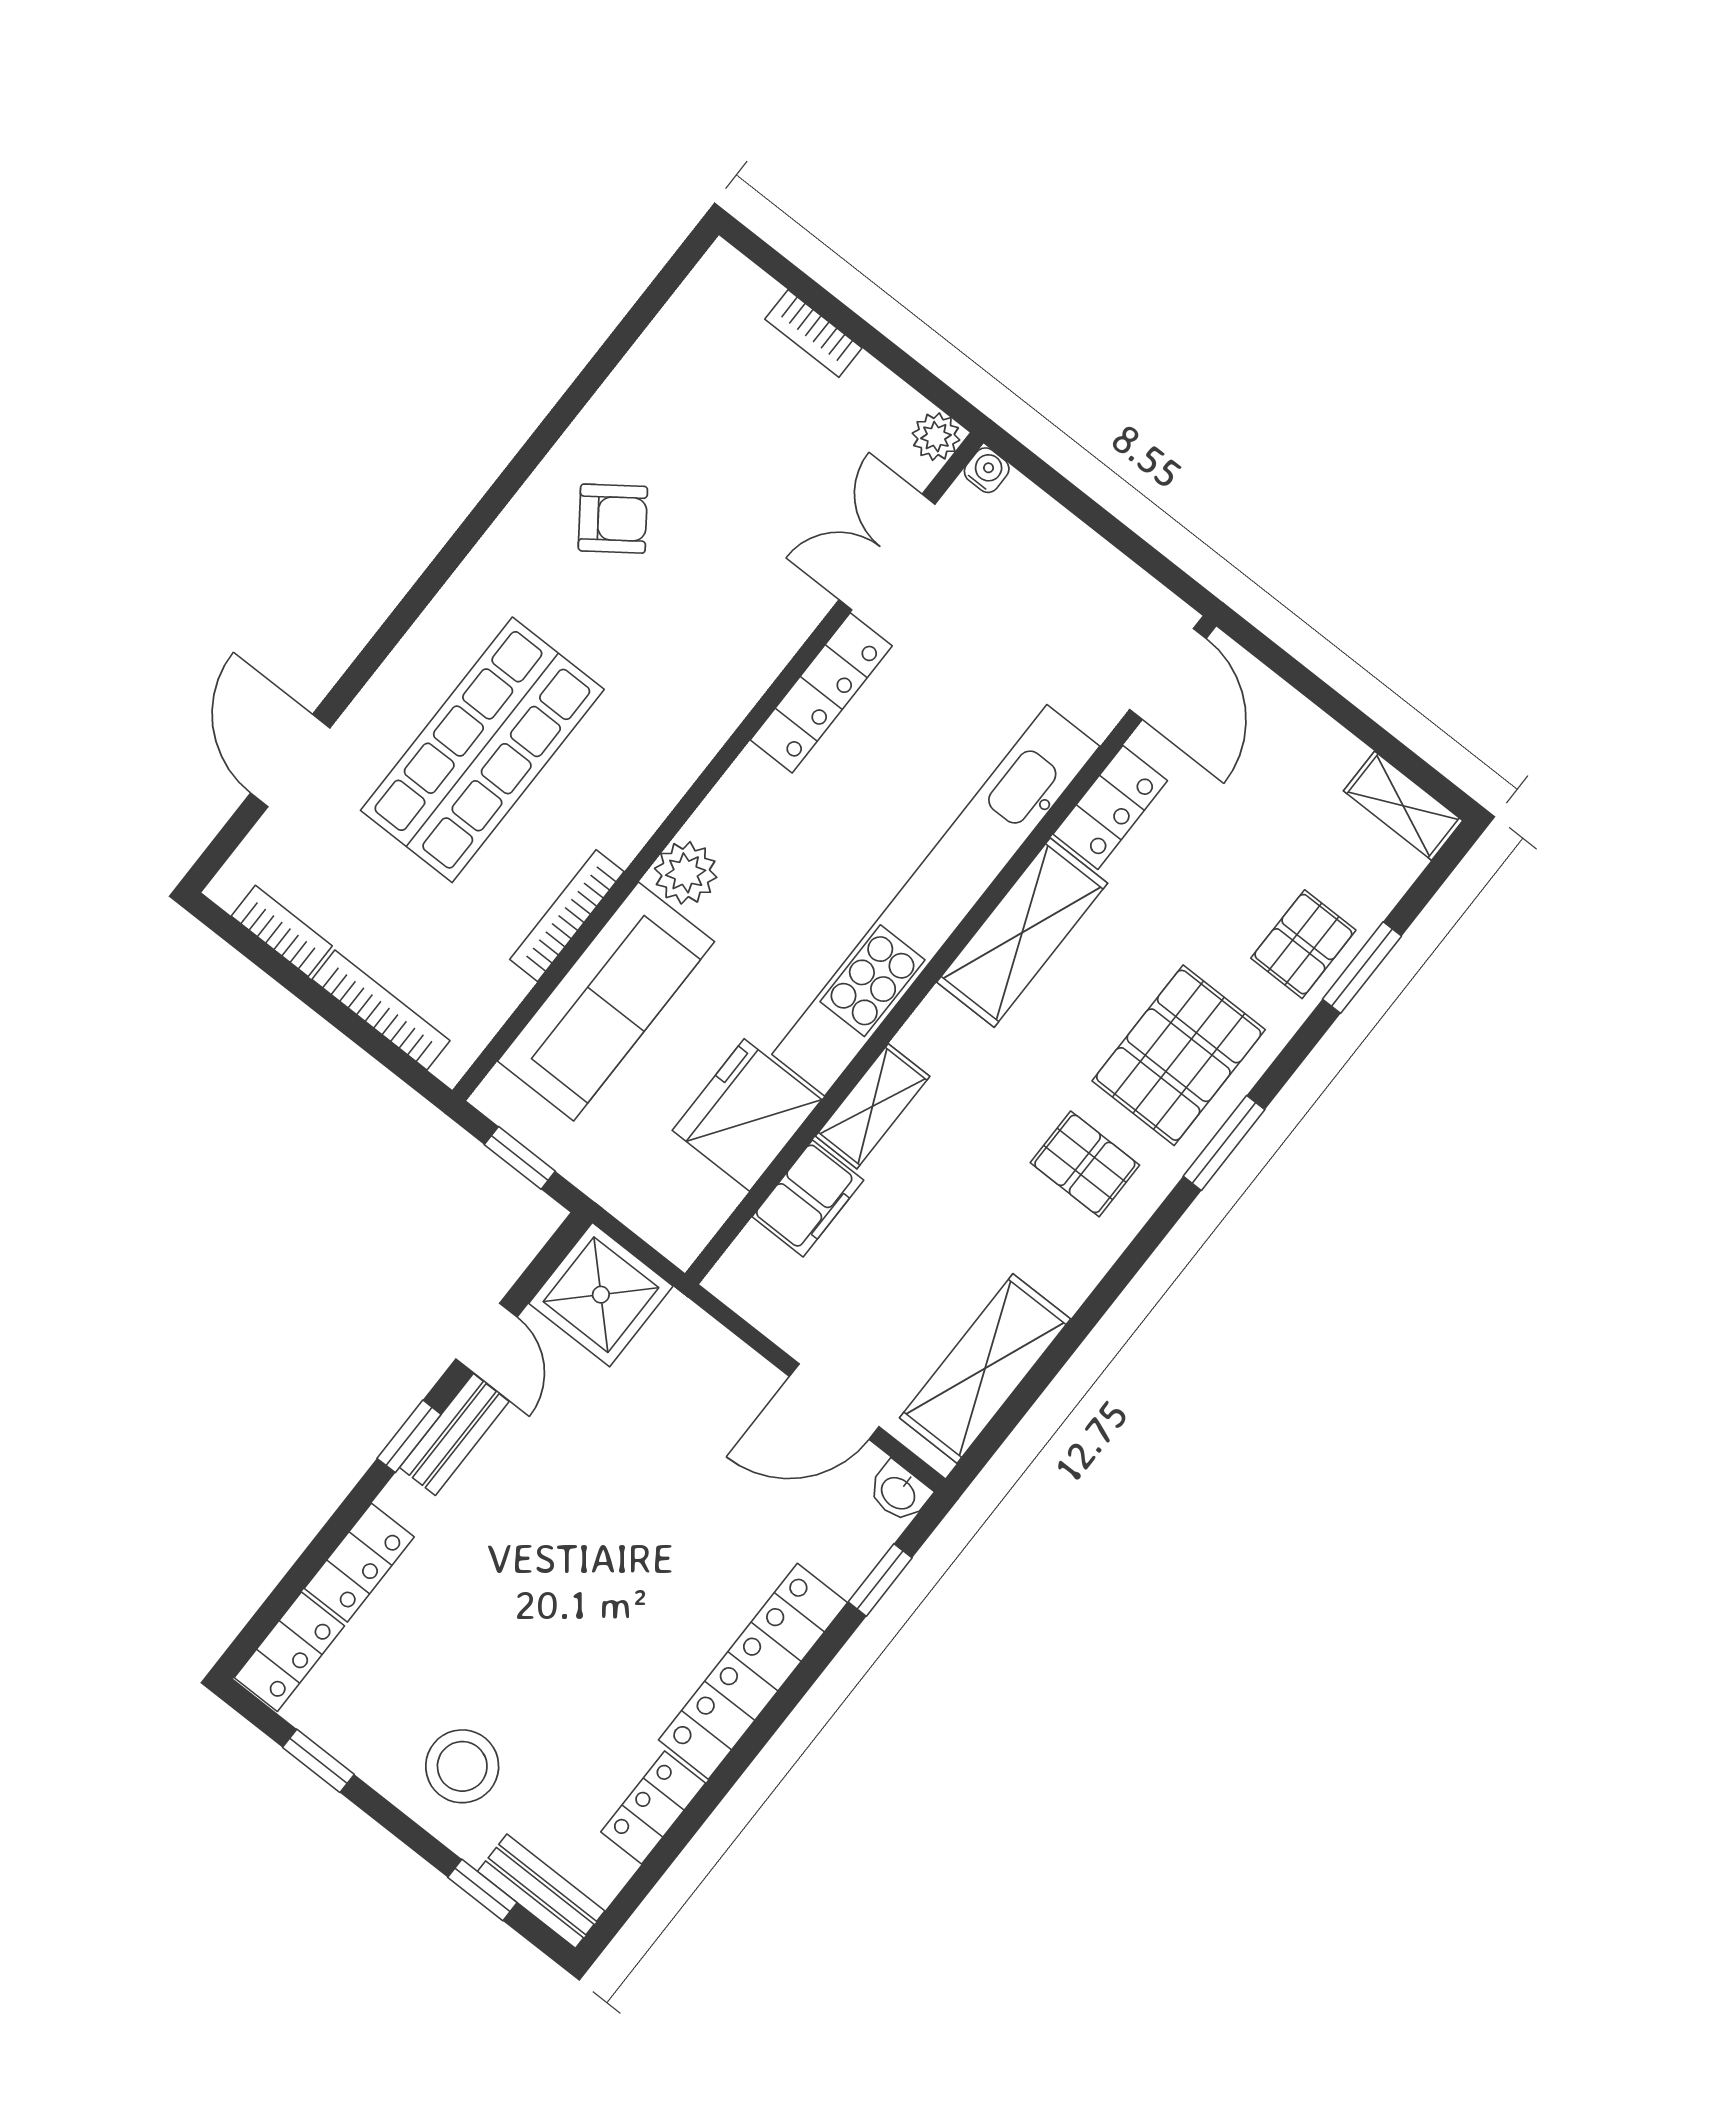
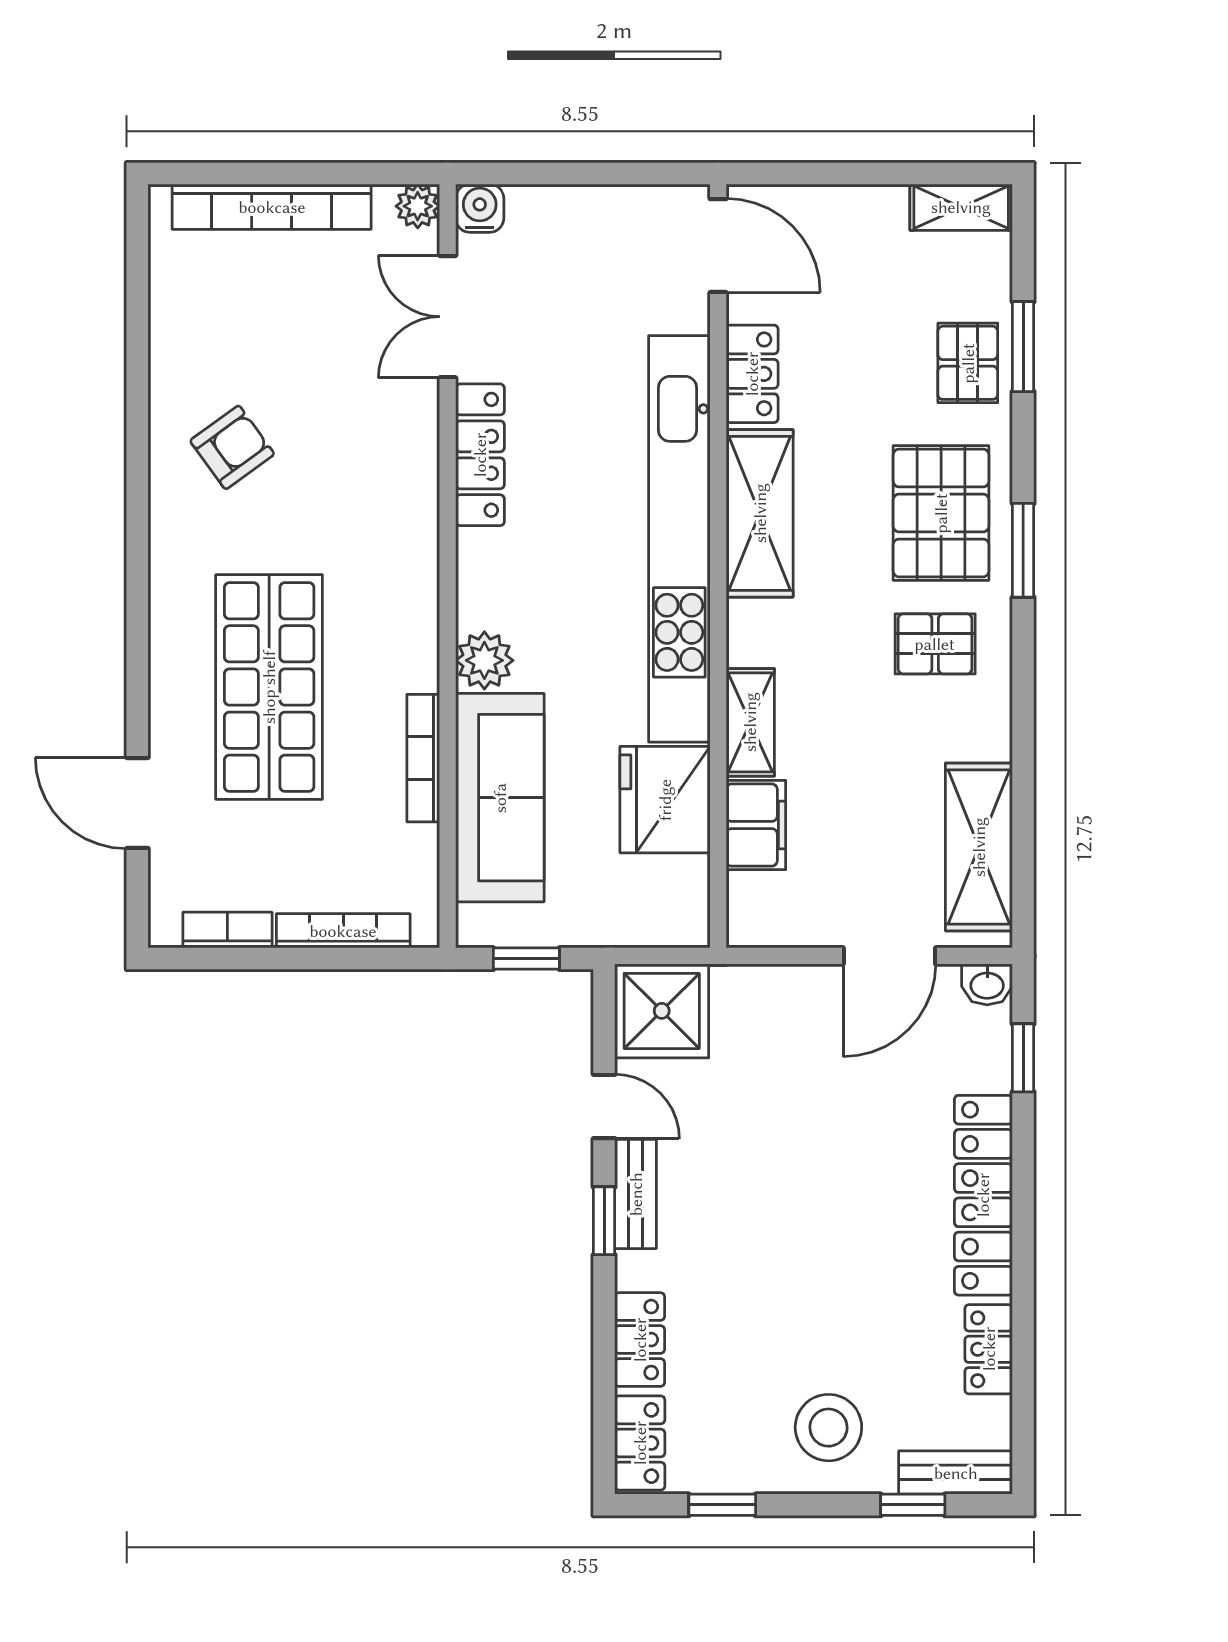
bookcase: (813, 334) -> (272, 207), width x2.31, depth x1.31
water cooler: (987, 470) -> (480, 208), width x1.38, depth x1.38

